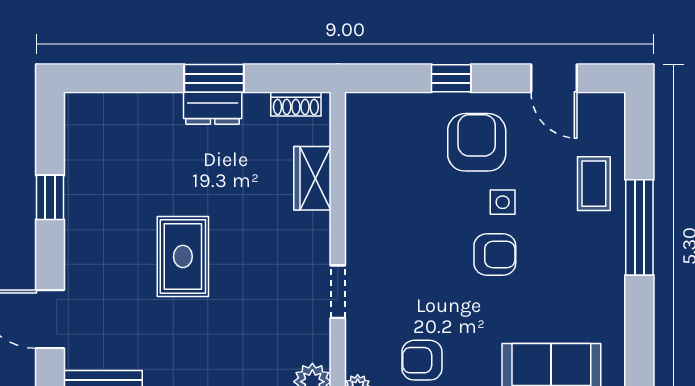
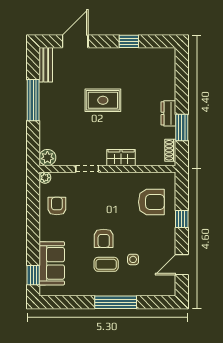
window: (214, 78) -> (182, 127), moved
armchair: (477, 142) -> (151, 202), moved
wardrobe: (312, 178) -> (121, 158), moved
coffee table: (594, 184) -> (106, 264), moved
side table: (503, 202) -> (133, 259), moved

